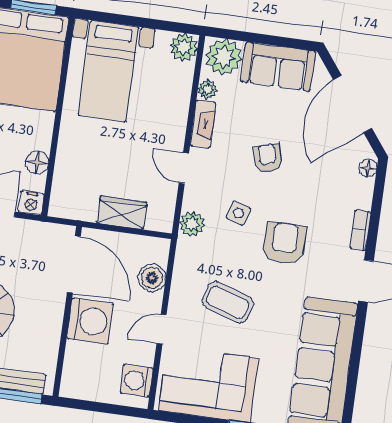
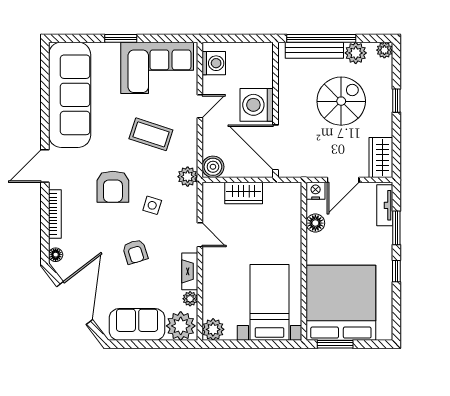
plant: (192, 224) -> (188, 177), moved
bookcase: (360, 230) -> (55, 214), width x1.56
boiler: (152, 278) -> (213, 167), moved

